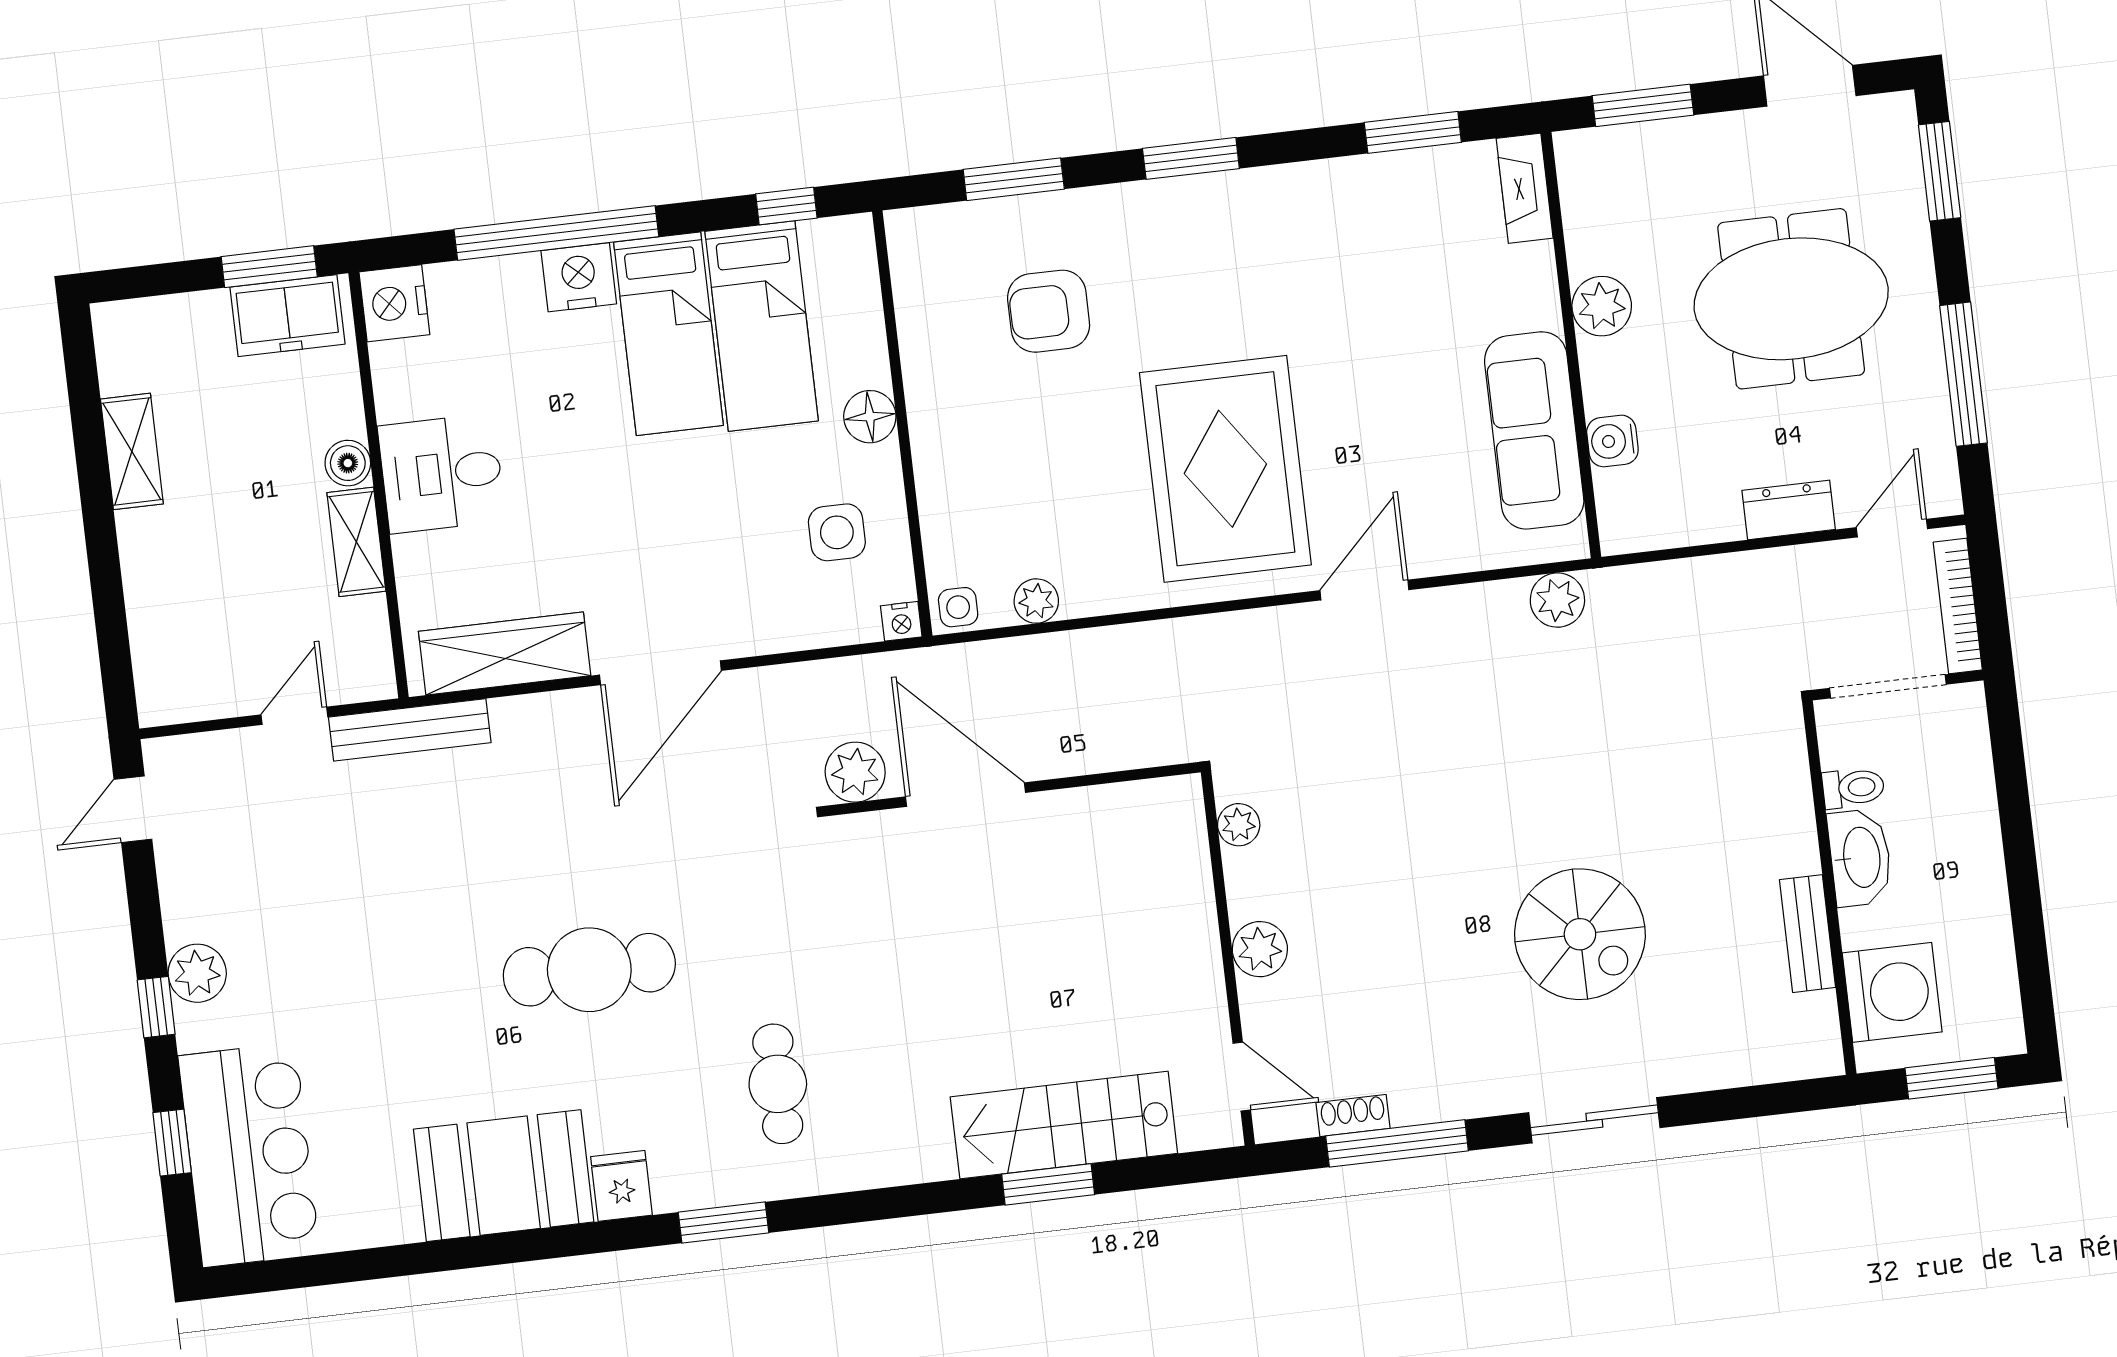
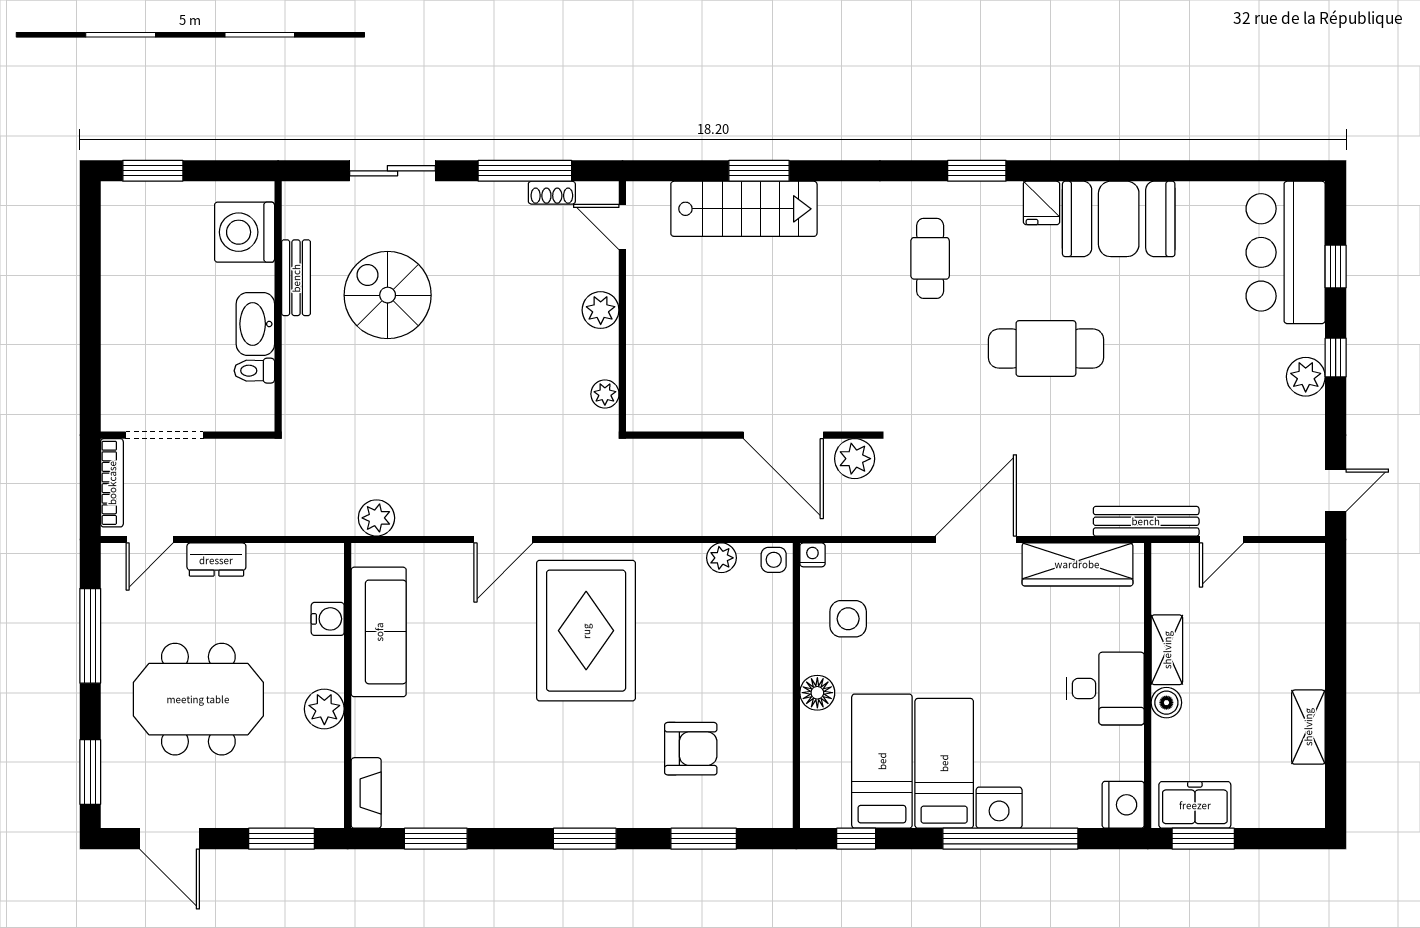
toilet: (1853, 788) -> (254, 371), moved
washbasin: (1860, 857) -> (255, 324), moved
wall: (1829, 888) -> (278, 306), moved
bench: (1808, 934) -> (296, 278), moved
washing machine: (1892, 992) -> (245, 232), moved

